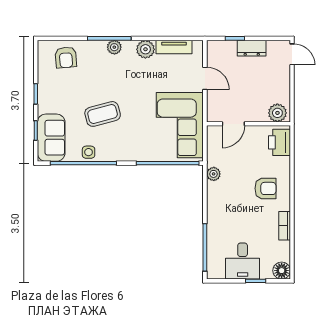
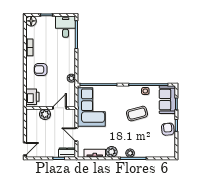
dresser: (252, 48) -> (67, 153), moved
door: (292, 54) -> (25, 149), swing flipped
armchair: (66, 57) -> (168, 129), moved
plant: (277, 113) -> (45, 114), moved
desk: (243, 261) -> (66, 27), moved

